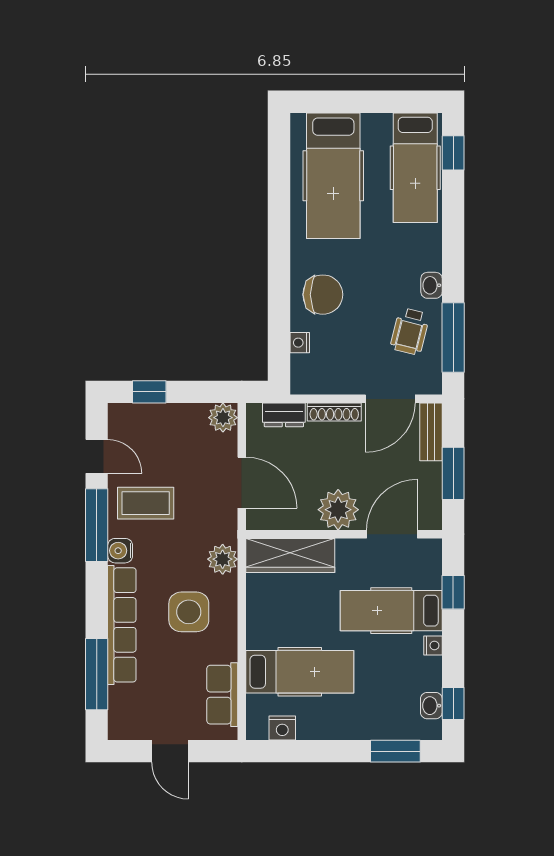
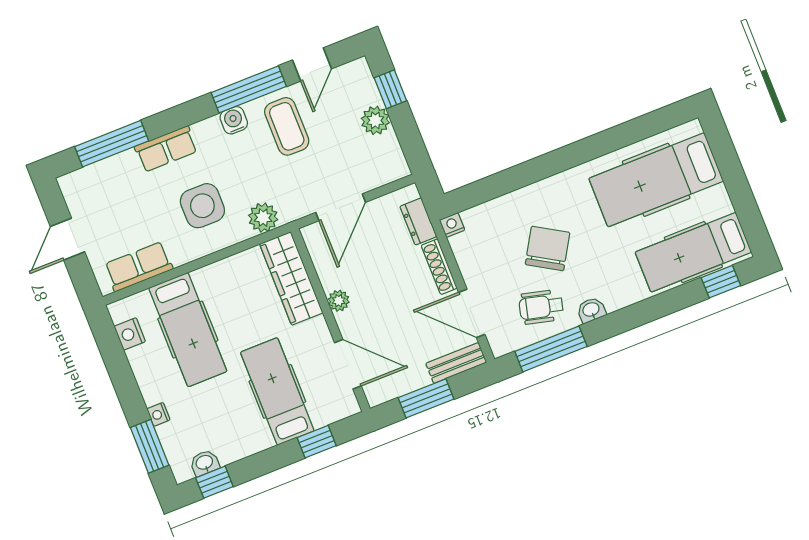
chair: (323, 295) -> (548, 248), moved, turned -149
nightstand: (300, 343) -> (452, 225), moved
plant: (223, 418) -> (375, 120), moved
plant: (338, 510) -> (339, 301), width x0.53, depth x0.53
row of seats: (122, 625) -> (166, 149), width x0.50
nightstand: (433, 645) -> (158, 414), moved, turned 90

